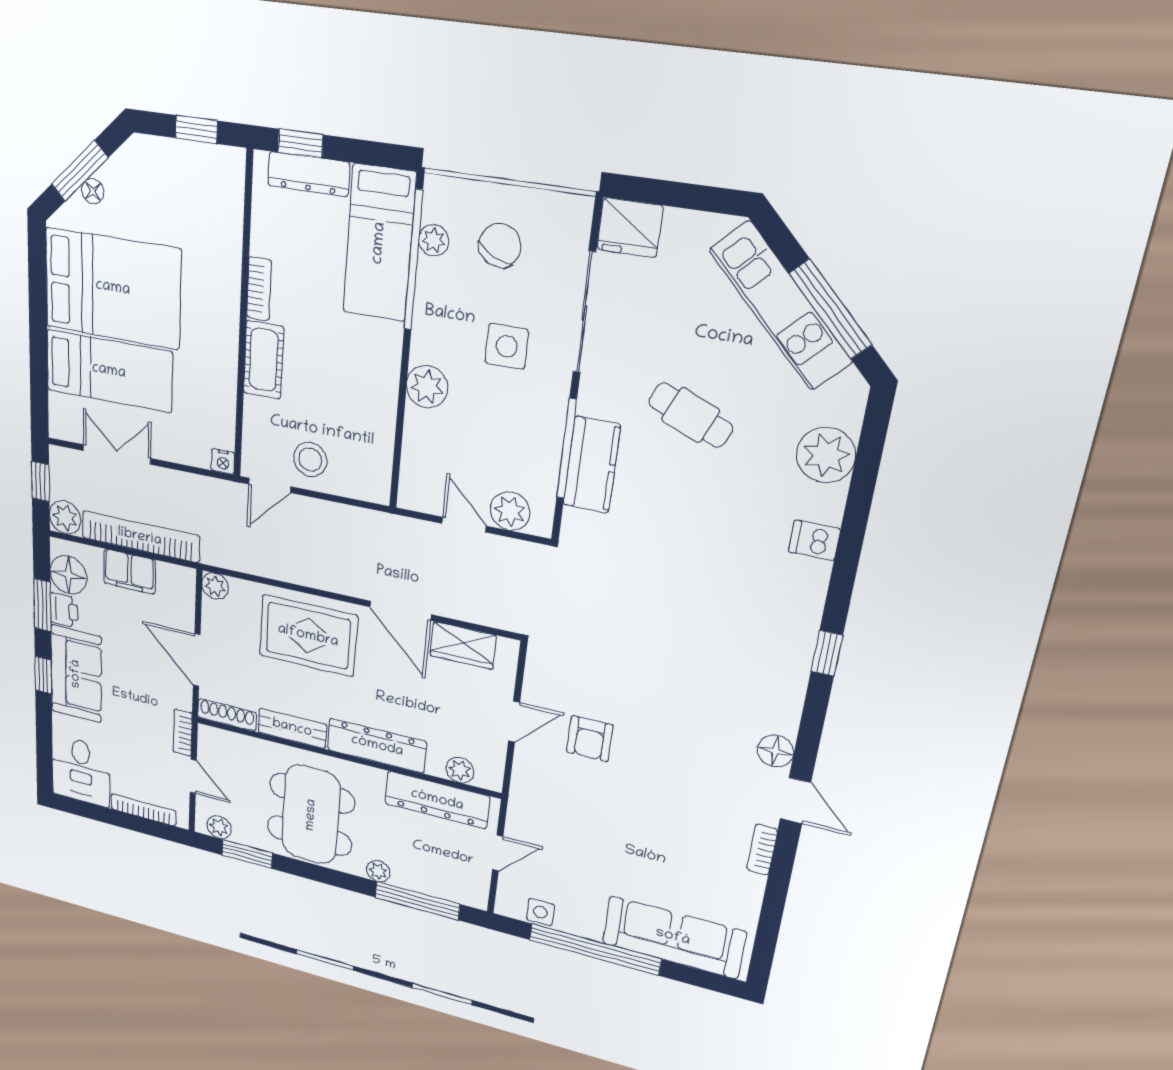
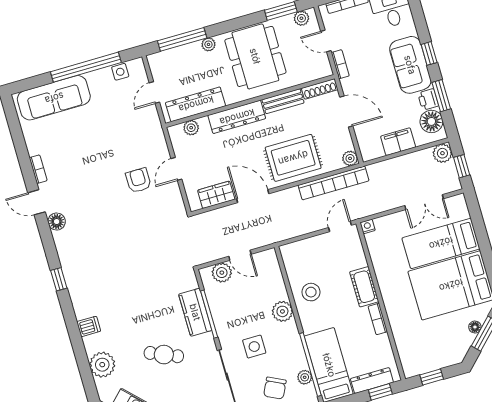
stool: (310, 460) -> (311, 292), moved
bookcase: (140, 537) -> (334, 183), moved

